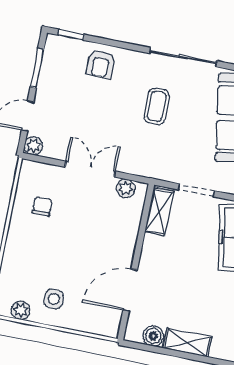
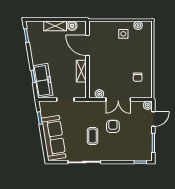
armchair: (101, 64) -> (113, 126), moved
shelving: (159, 211) -> (81, 71), moved
door: (130, 290) -> (88, 45), swing flipped

